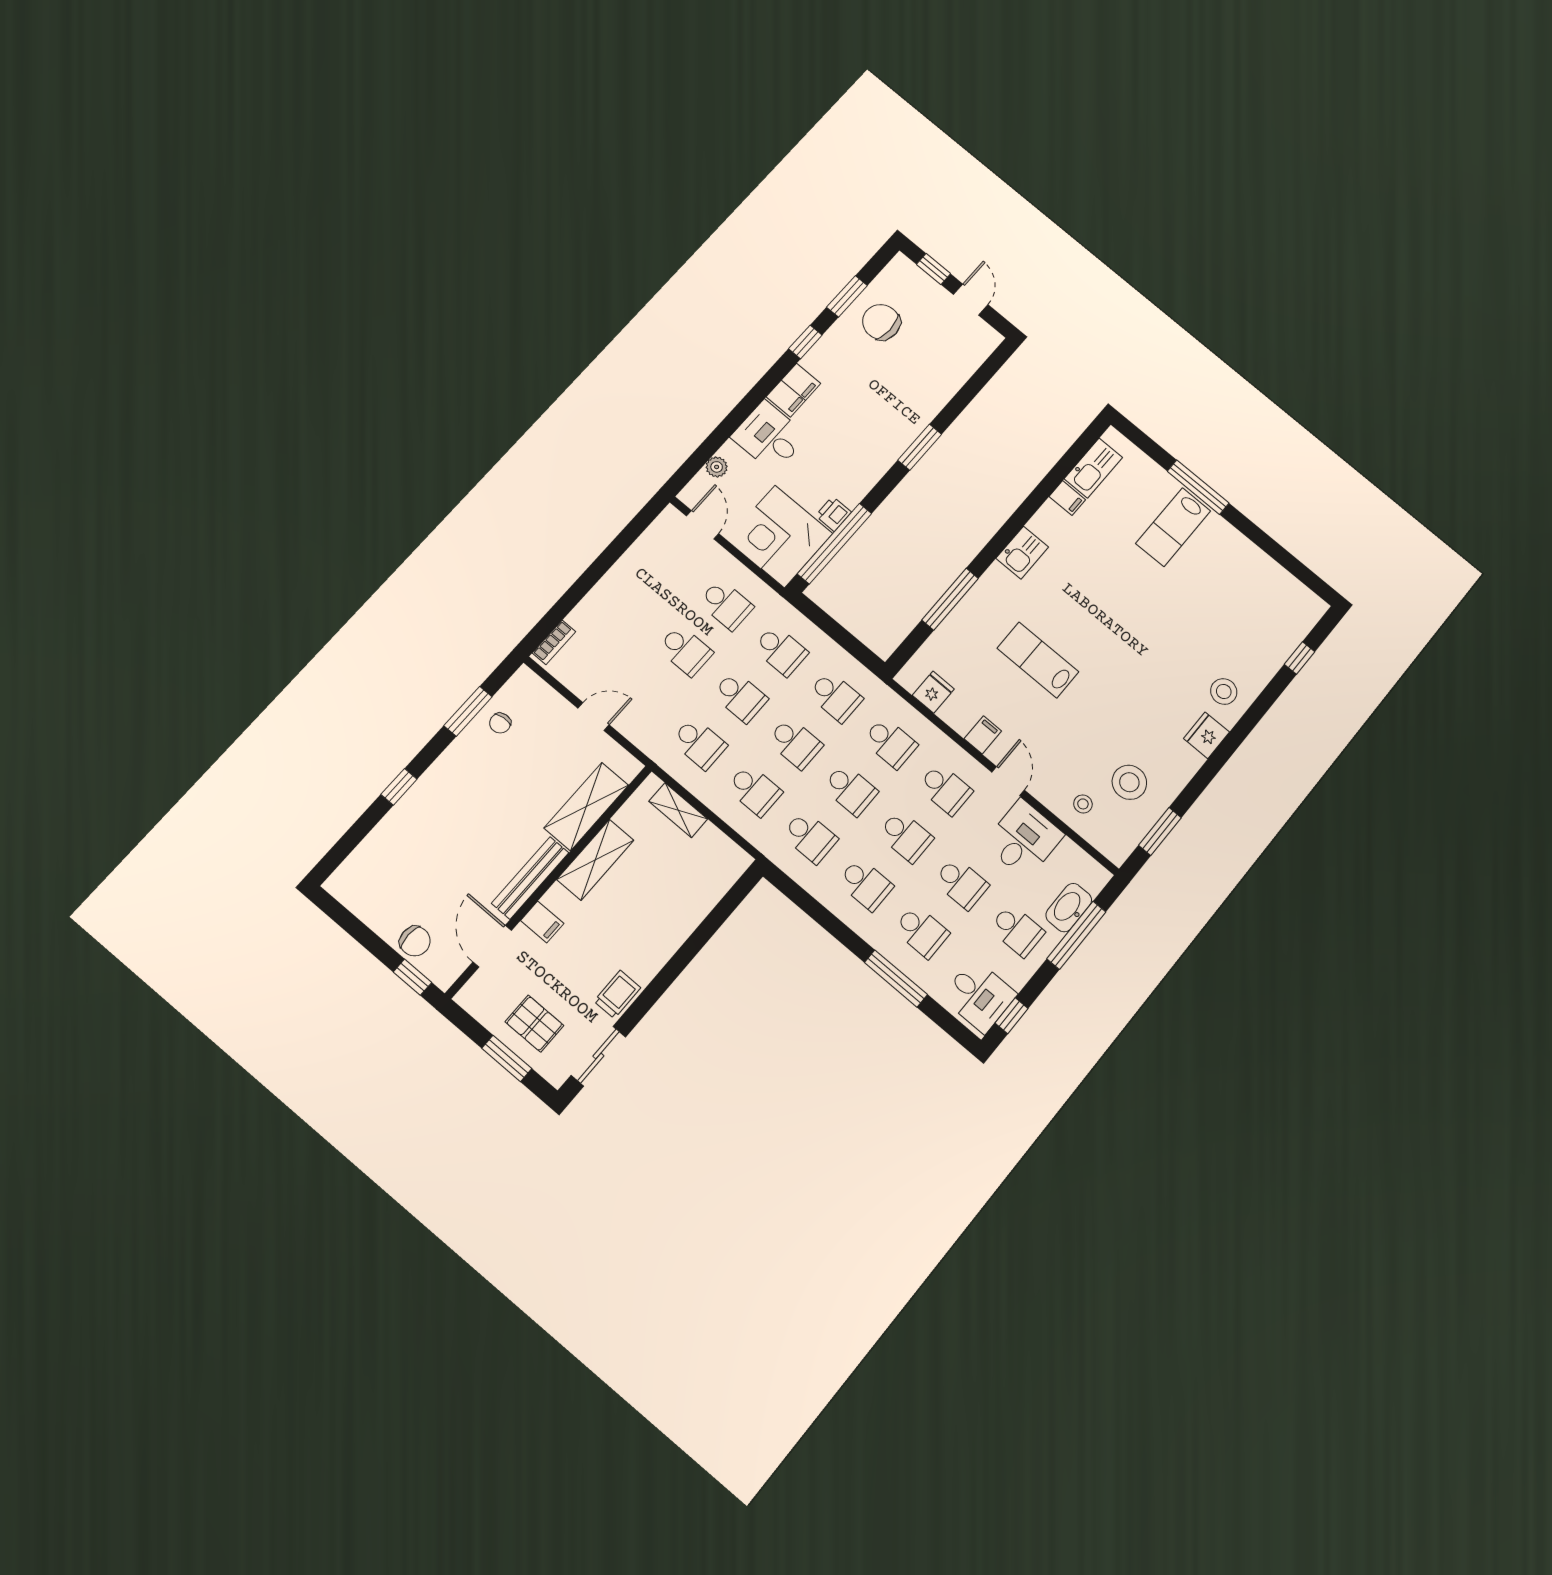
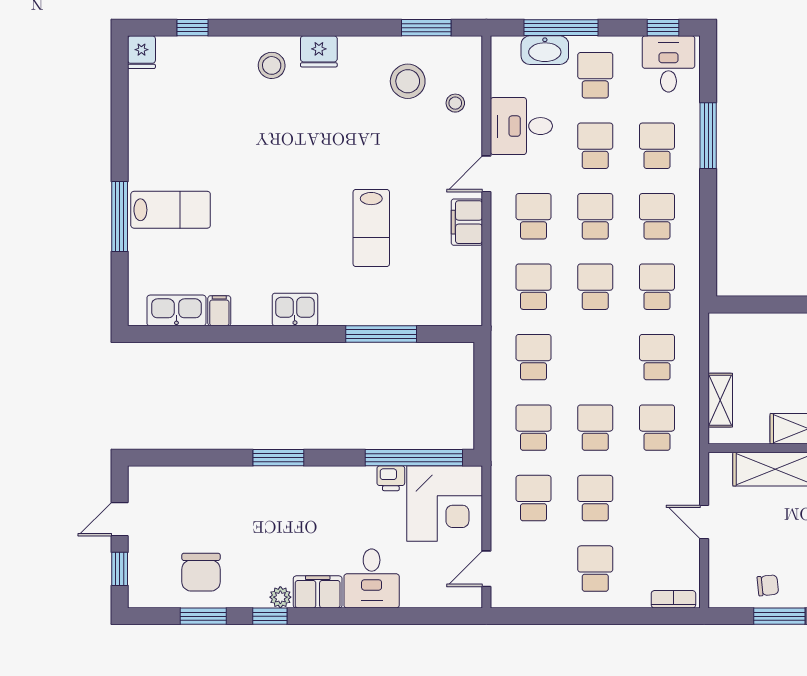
plant: (717, 467) -> (280, 597), moved
fridge: (933, 692) -> (141, 52), moved, turned -90
filing cabinet: (983, 735) -> (467, 222), width x2.00
school desk: (795, 743) -> (595, 569), moved

